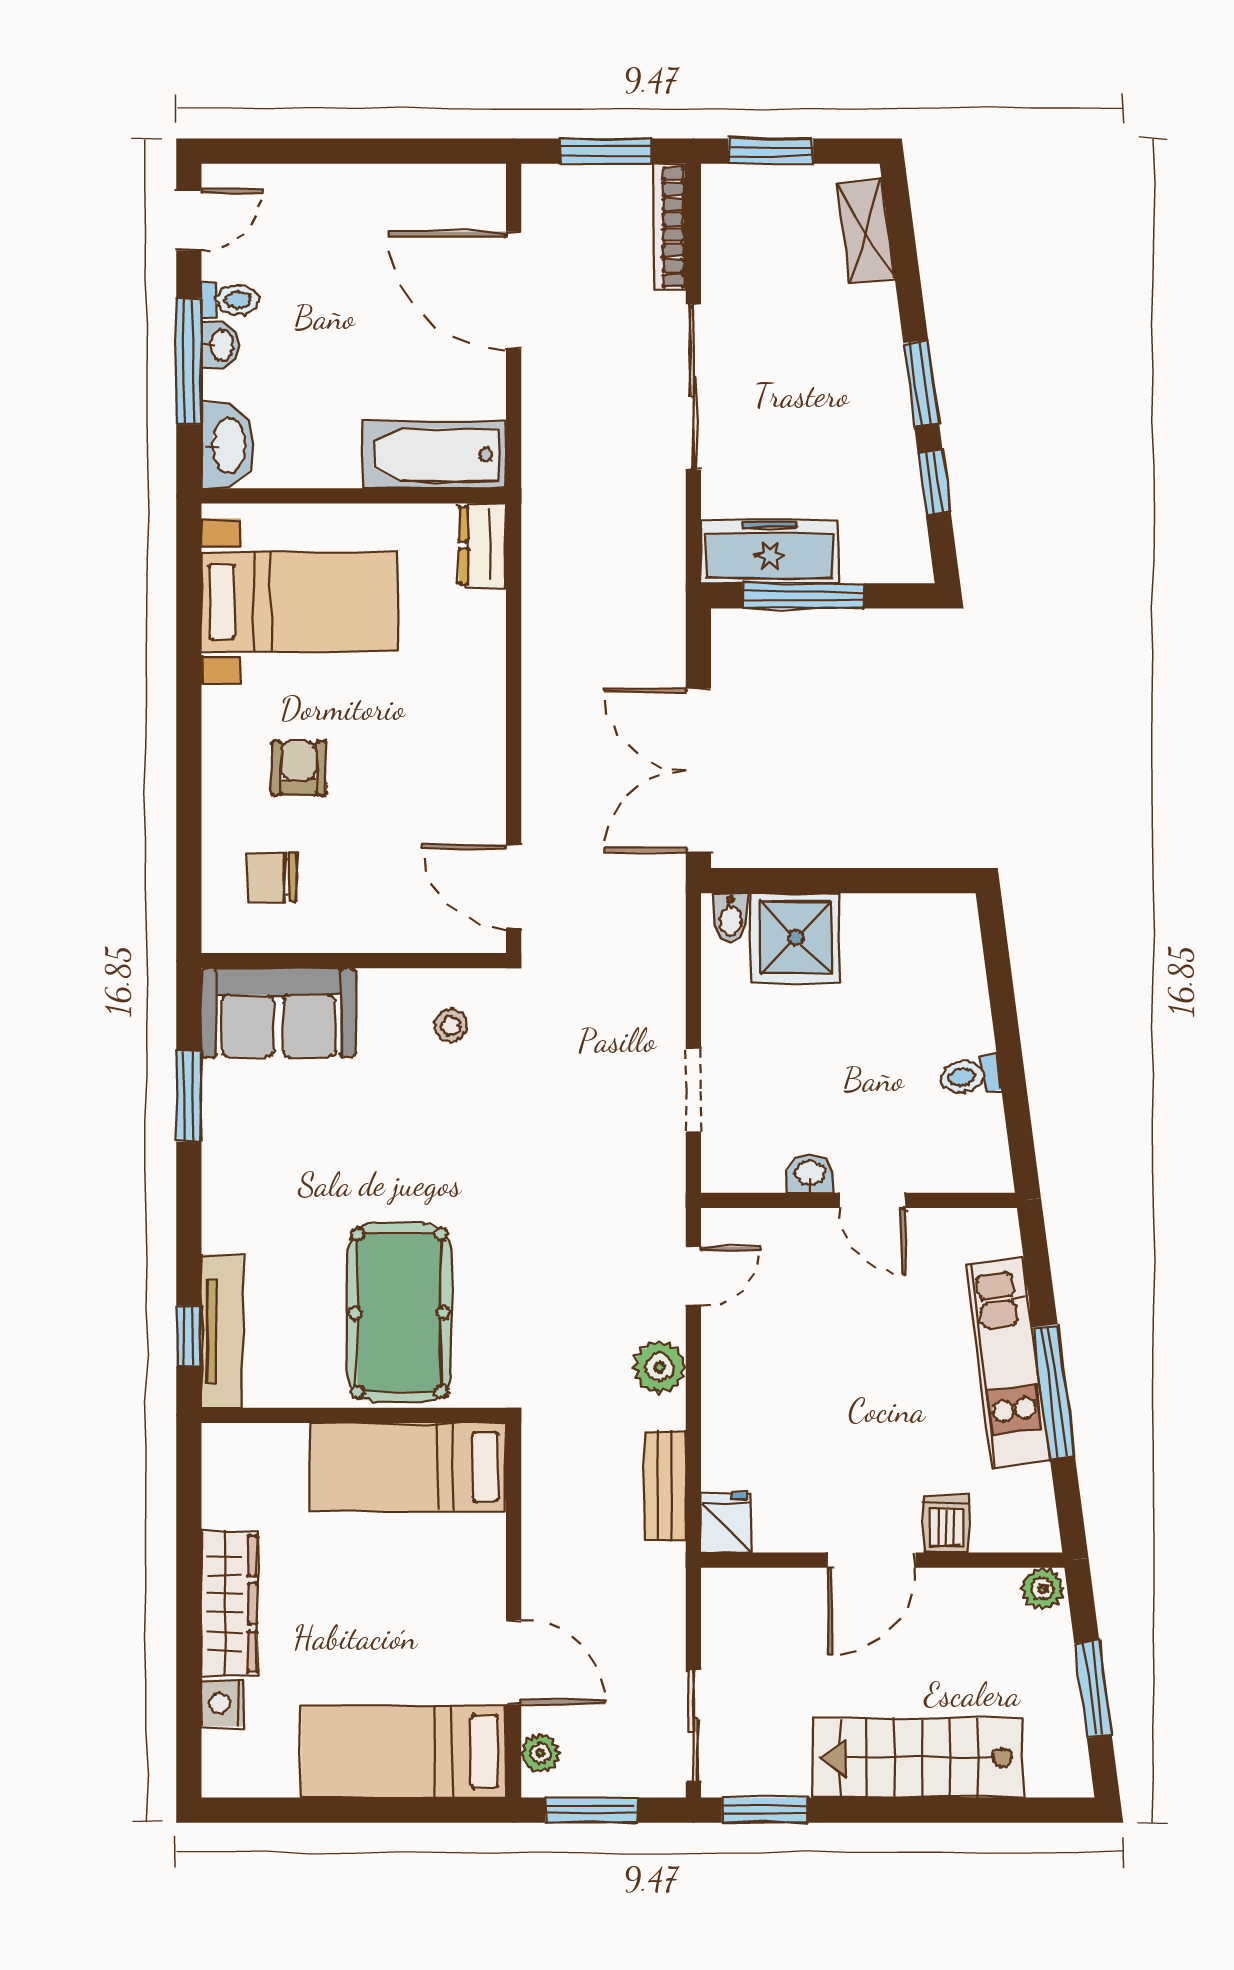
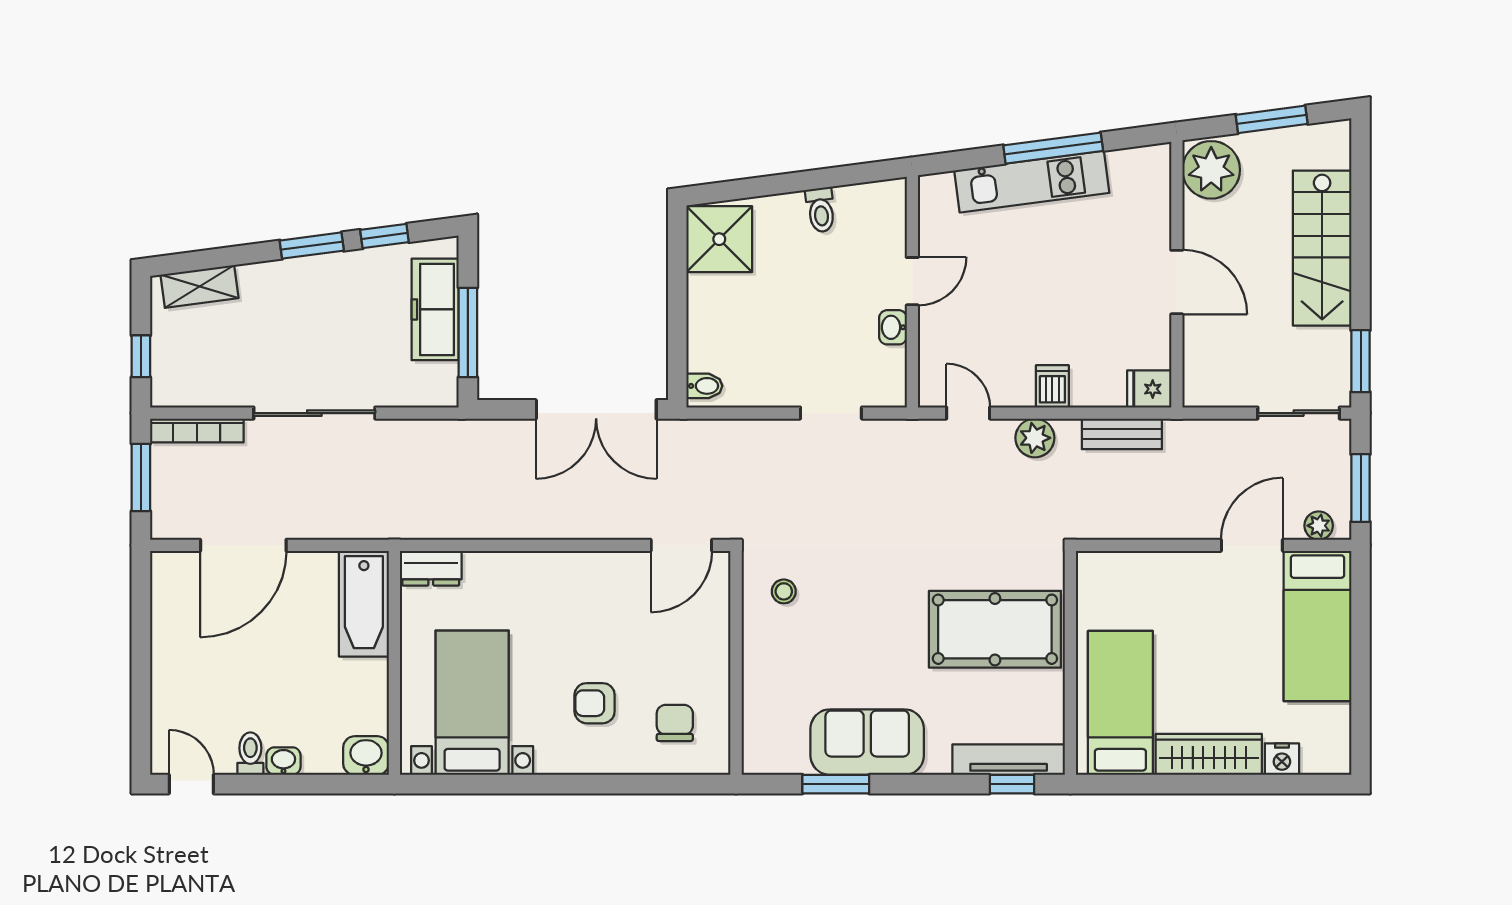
window: (771, 151) -> (141, 356), width x0.67
window: (189, 361) -> (295, 784), removed
washbasin: (228, 445) -> (366, 756), width x0.72
freezer: (770, 551) -> (435, 309), moved
chair: (272, 877) -> (675, 723), turned 180
shower: (796, 938) -> (719, 239), moved
sofa: (278, 1013) -> (867, 742), moved, turned -90
bed: (408, 1467) -> (1120, 703), moved, turned 180
dishwasher: (946, 1524) -> (1052, 386), moved, turned 90
plant: (1043, 1589) -> (1211, 170), width x1.88, depth x1.88

